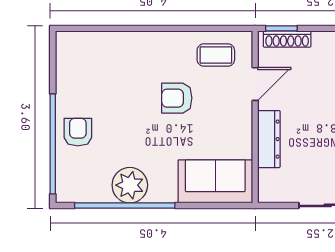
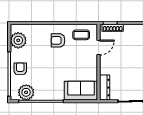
plant: (73, 67) -> (18, 40), added
armchair: (177, 98) -> (58, 40), moved
dresser: (269, 139) -> (105, 88), moved
plant: (130, 185) -> (26, 92), moved

